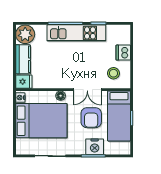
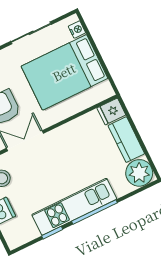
floor lamp: (61, 96) -> (55, 116), removed
nightstand: (20, 98) -> (77, 30), moved

